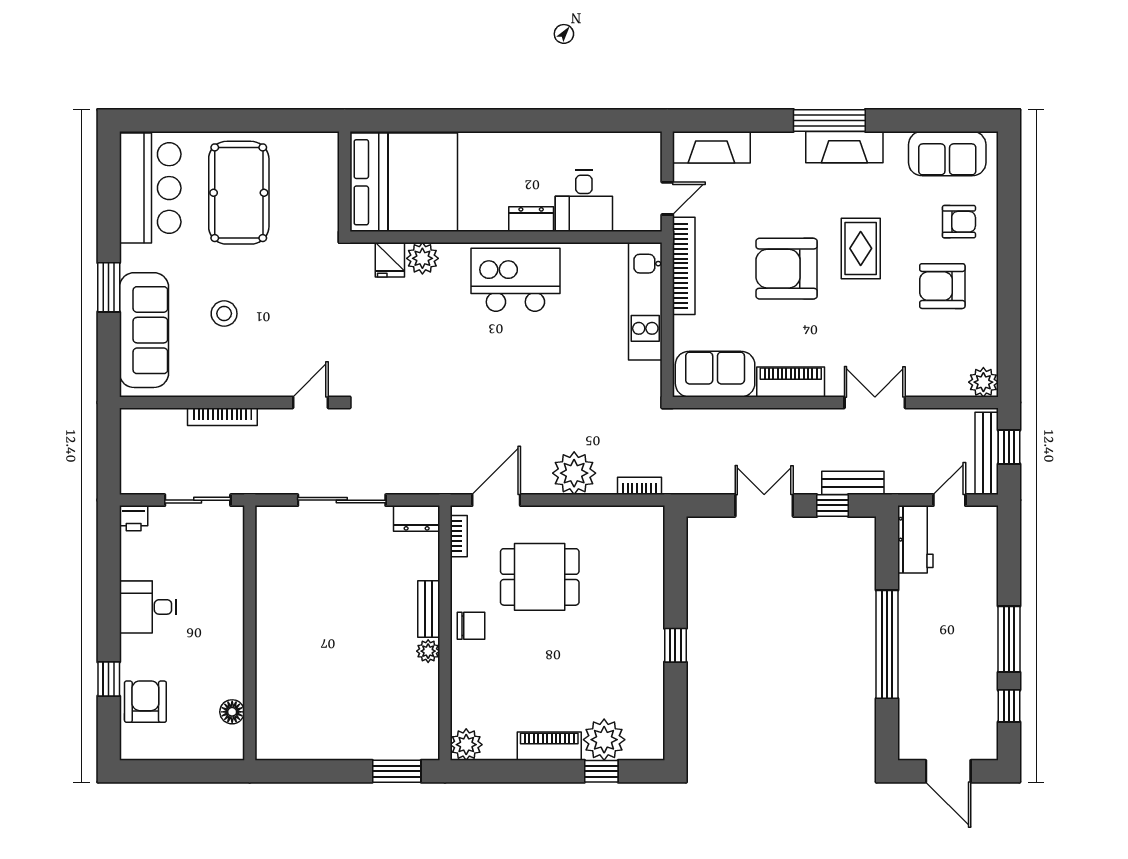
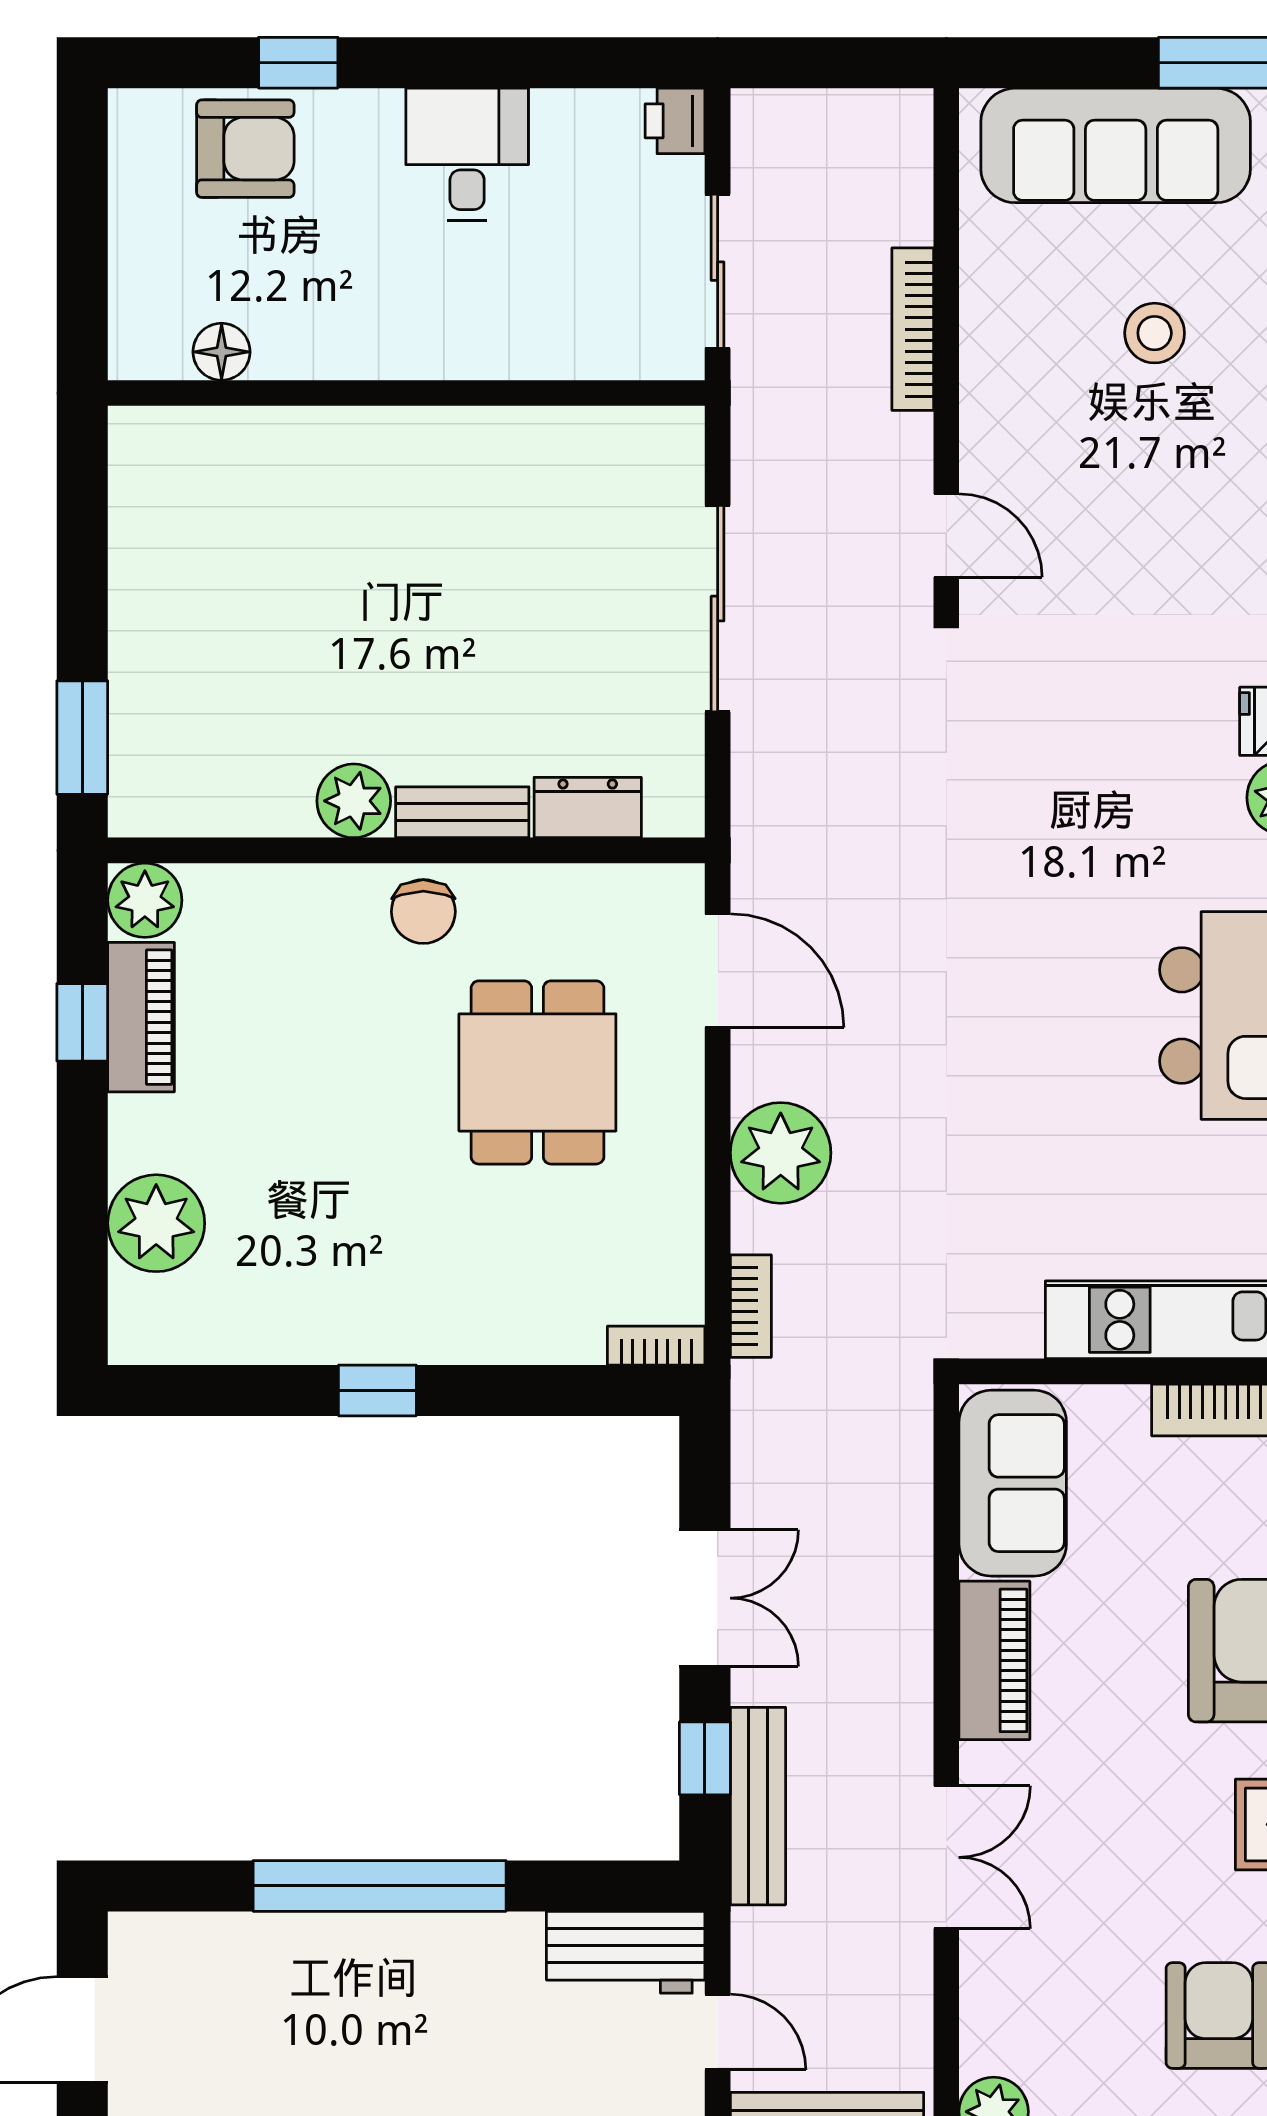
bench: (853, 483) -> (758, 1806), width x1.36
dresser: (417, 518) -> (588, 808), moved, turned 90
bookcase: (459, 536) -> (656, 1346), moved, turned 180
plant: (428, 651) -> (354, 801), width x1.38, depth x1.38
piano: (549, 746) -> (141, 1017), moved
window: (601, 771) -> (82, 1022), moved

